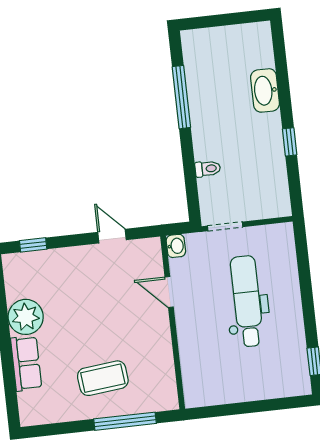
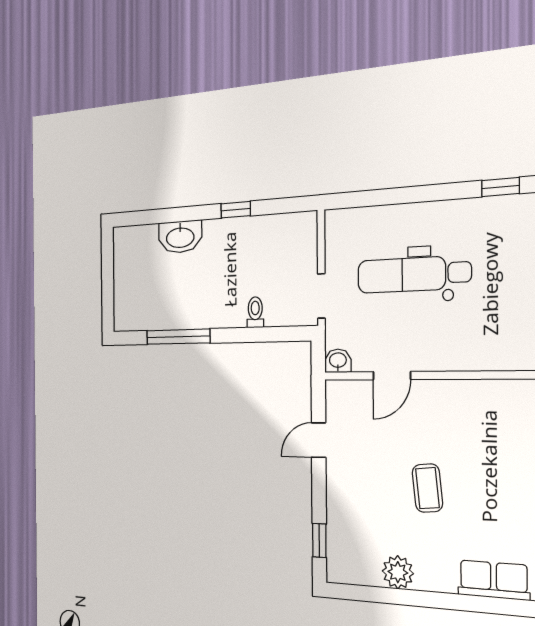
plant: (26, 317) -> (398, 572), width x0.73, depth x0.73
row of seats: (26, 363) -> (494, 580), moved
coffee table: (103, 378) -> (427, 488), moved, width x0.73, depth x0.77

